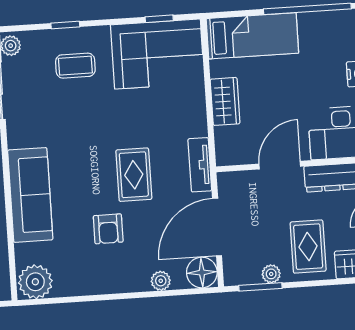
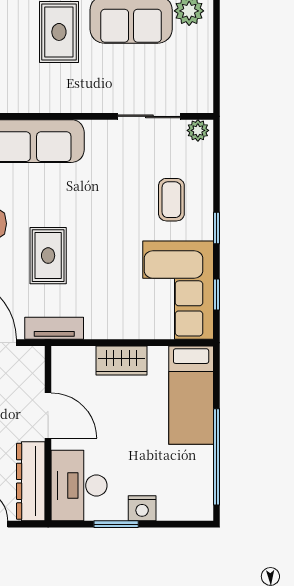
window: (65, 25) -> (216, 228), moved
rug: (134, 175) -> (48, 256), turned 90

